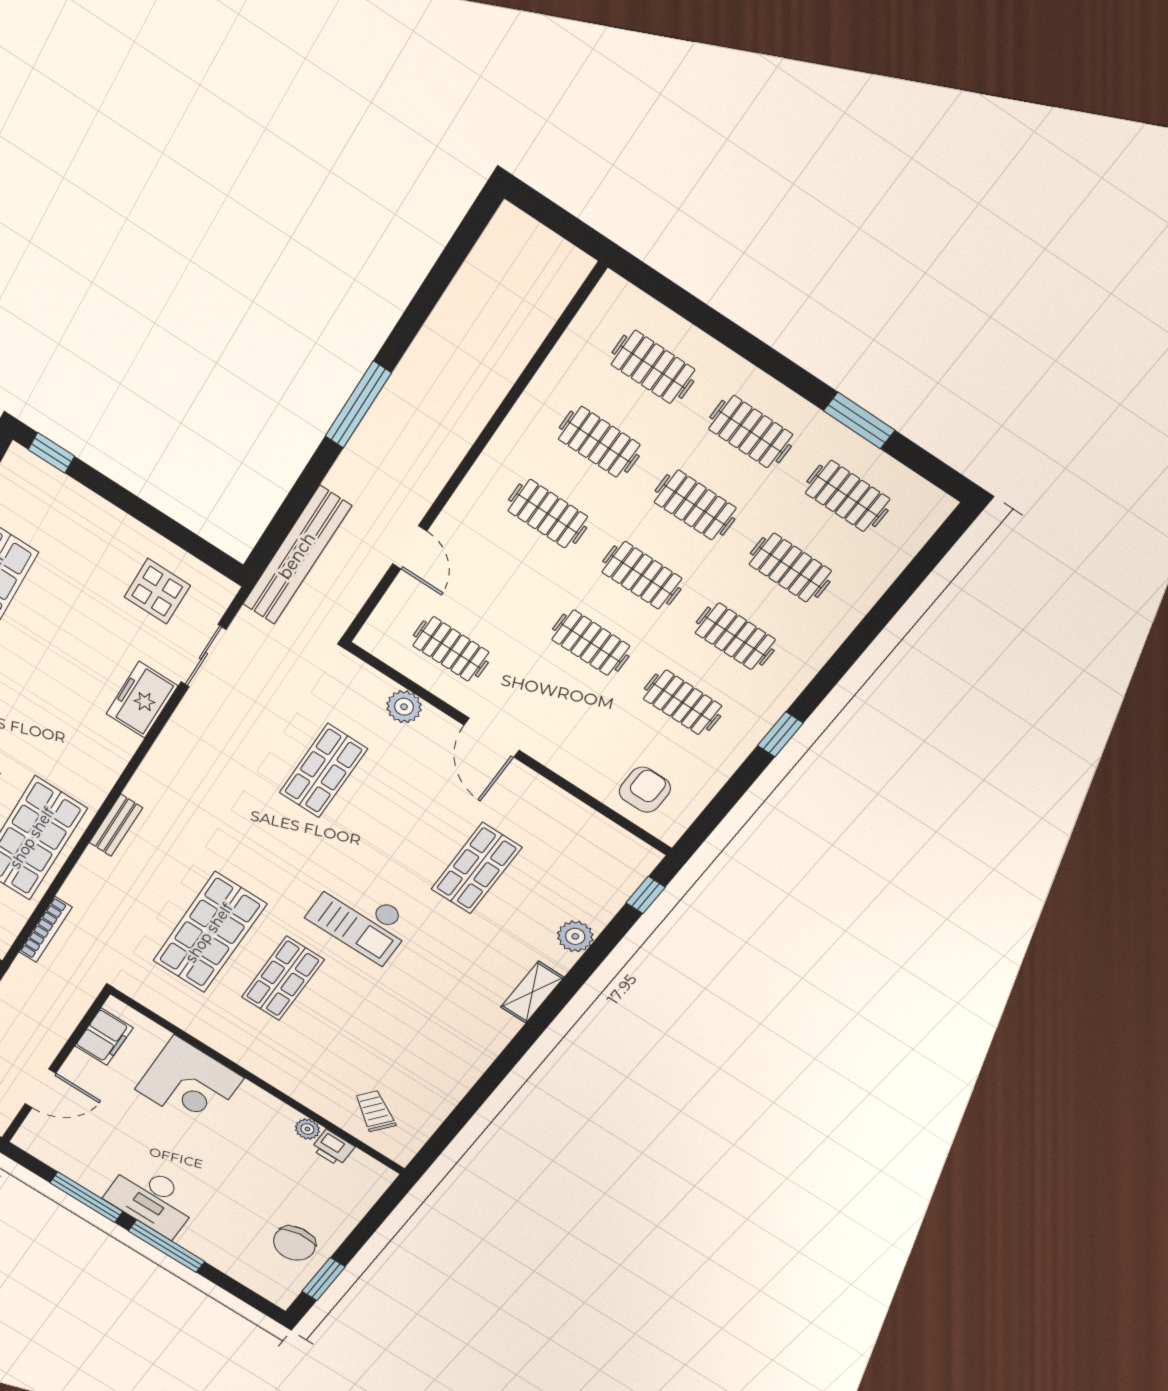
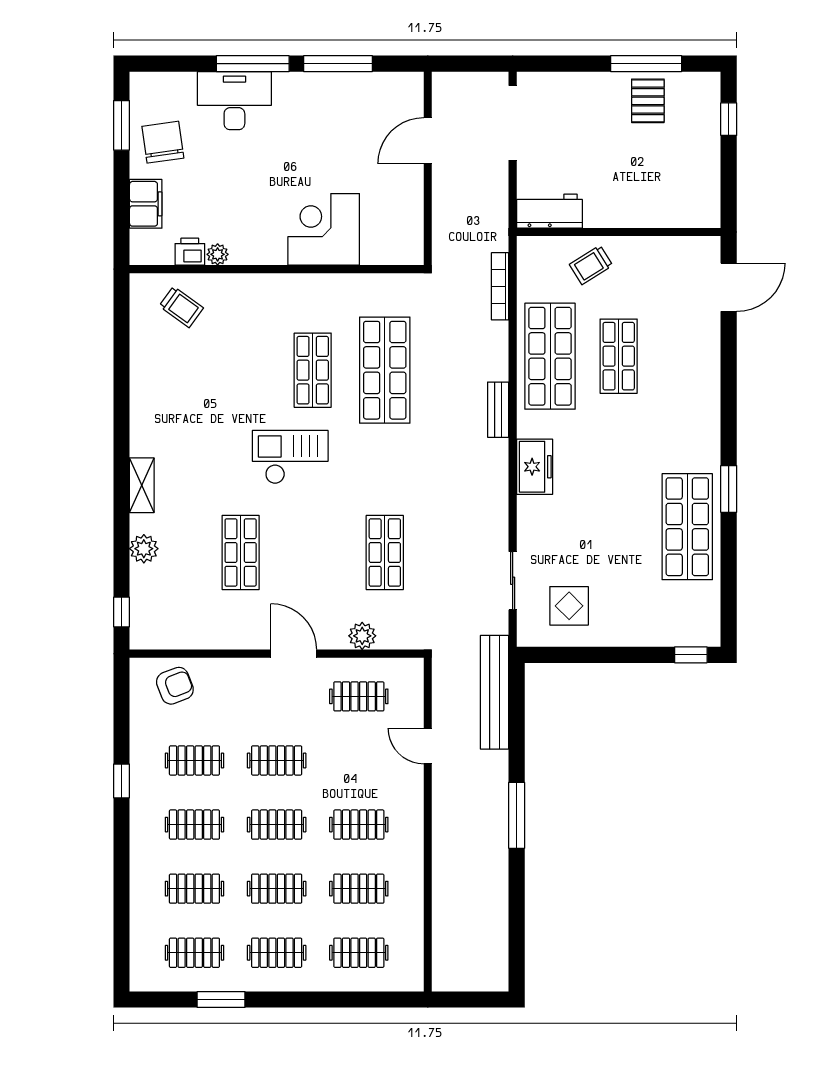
freezer: (142, 700) -> (535, 467), moved
armchair: (645, 790) -> (175, 686), turned -111
filing cabinet: (104, 1037) -> (146, 204), moved, turned 180
desk: (152, 1199) -> (234, 101), moved

